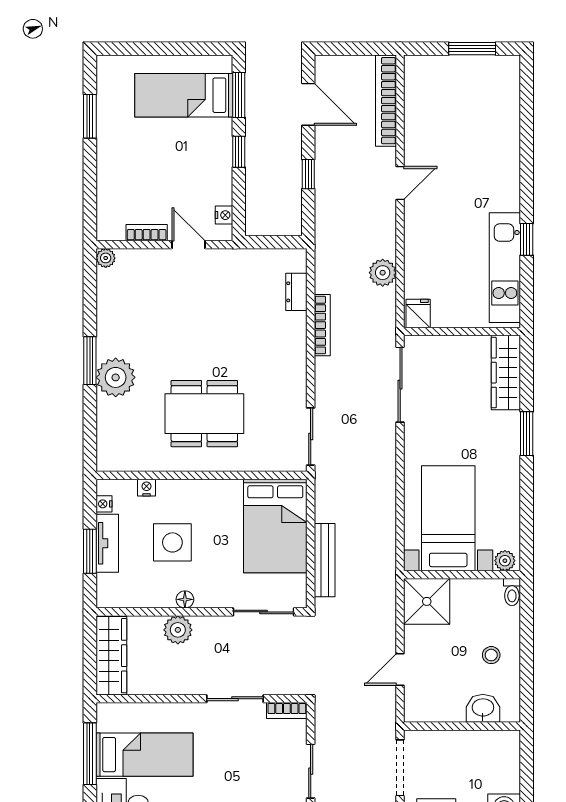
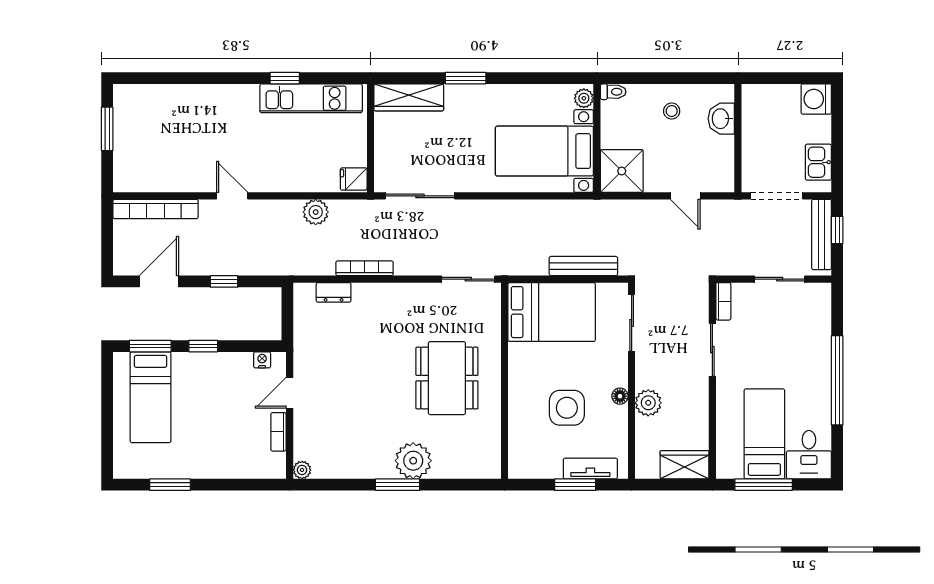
nightstand: (147, 488) -> (516, 432), removed
nightstand: (104, 504) -> (531, 472), removed
tv unit: (107, 543) -> (590, 469), moved
wardrobe: (111, 656) -> (684, 465), width x0.67

